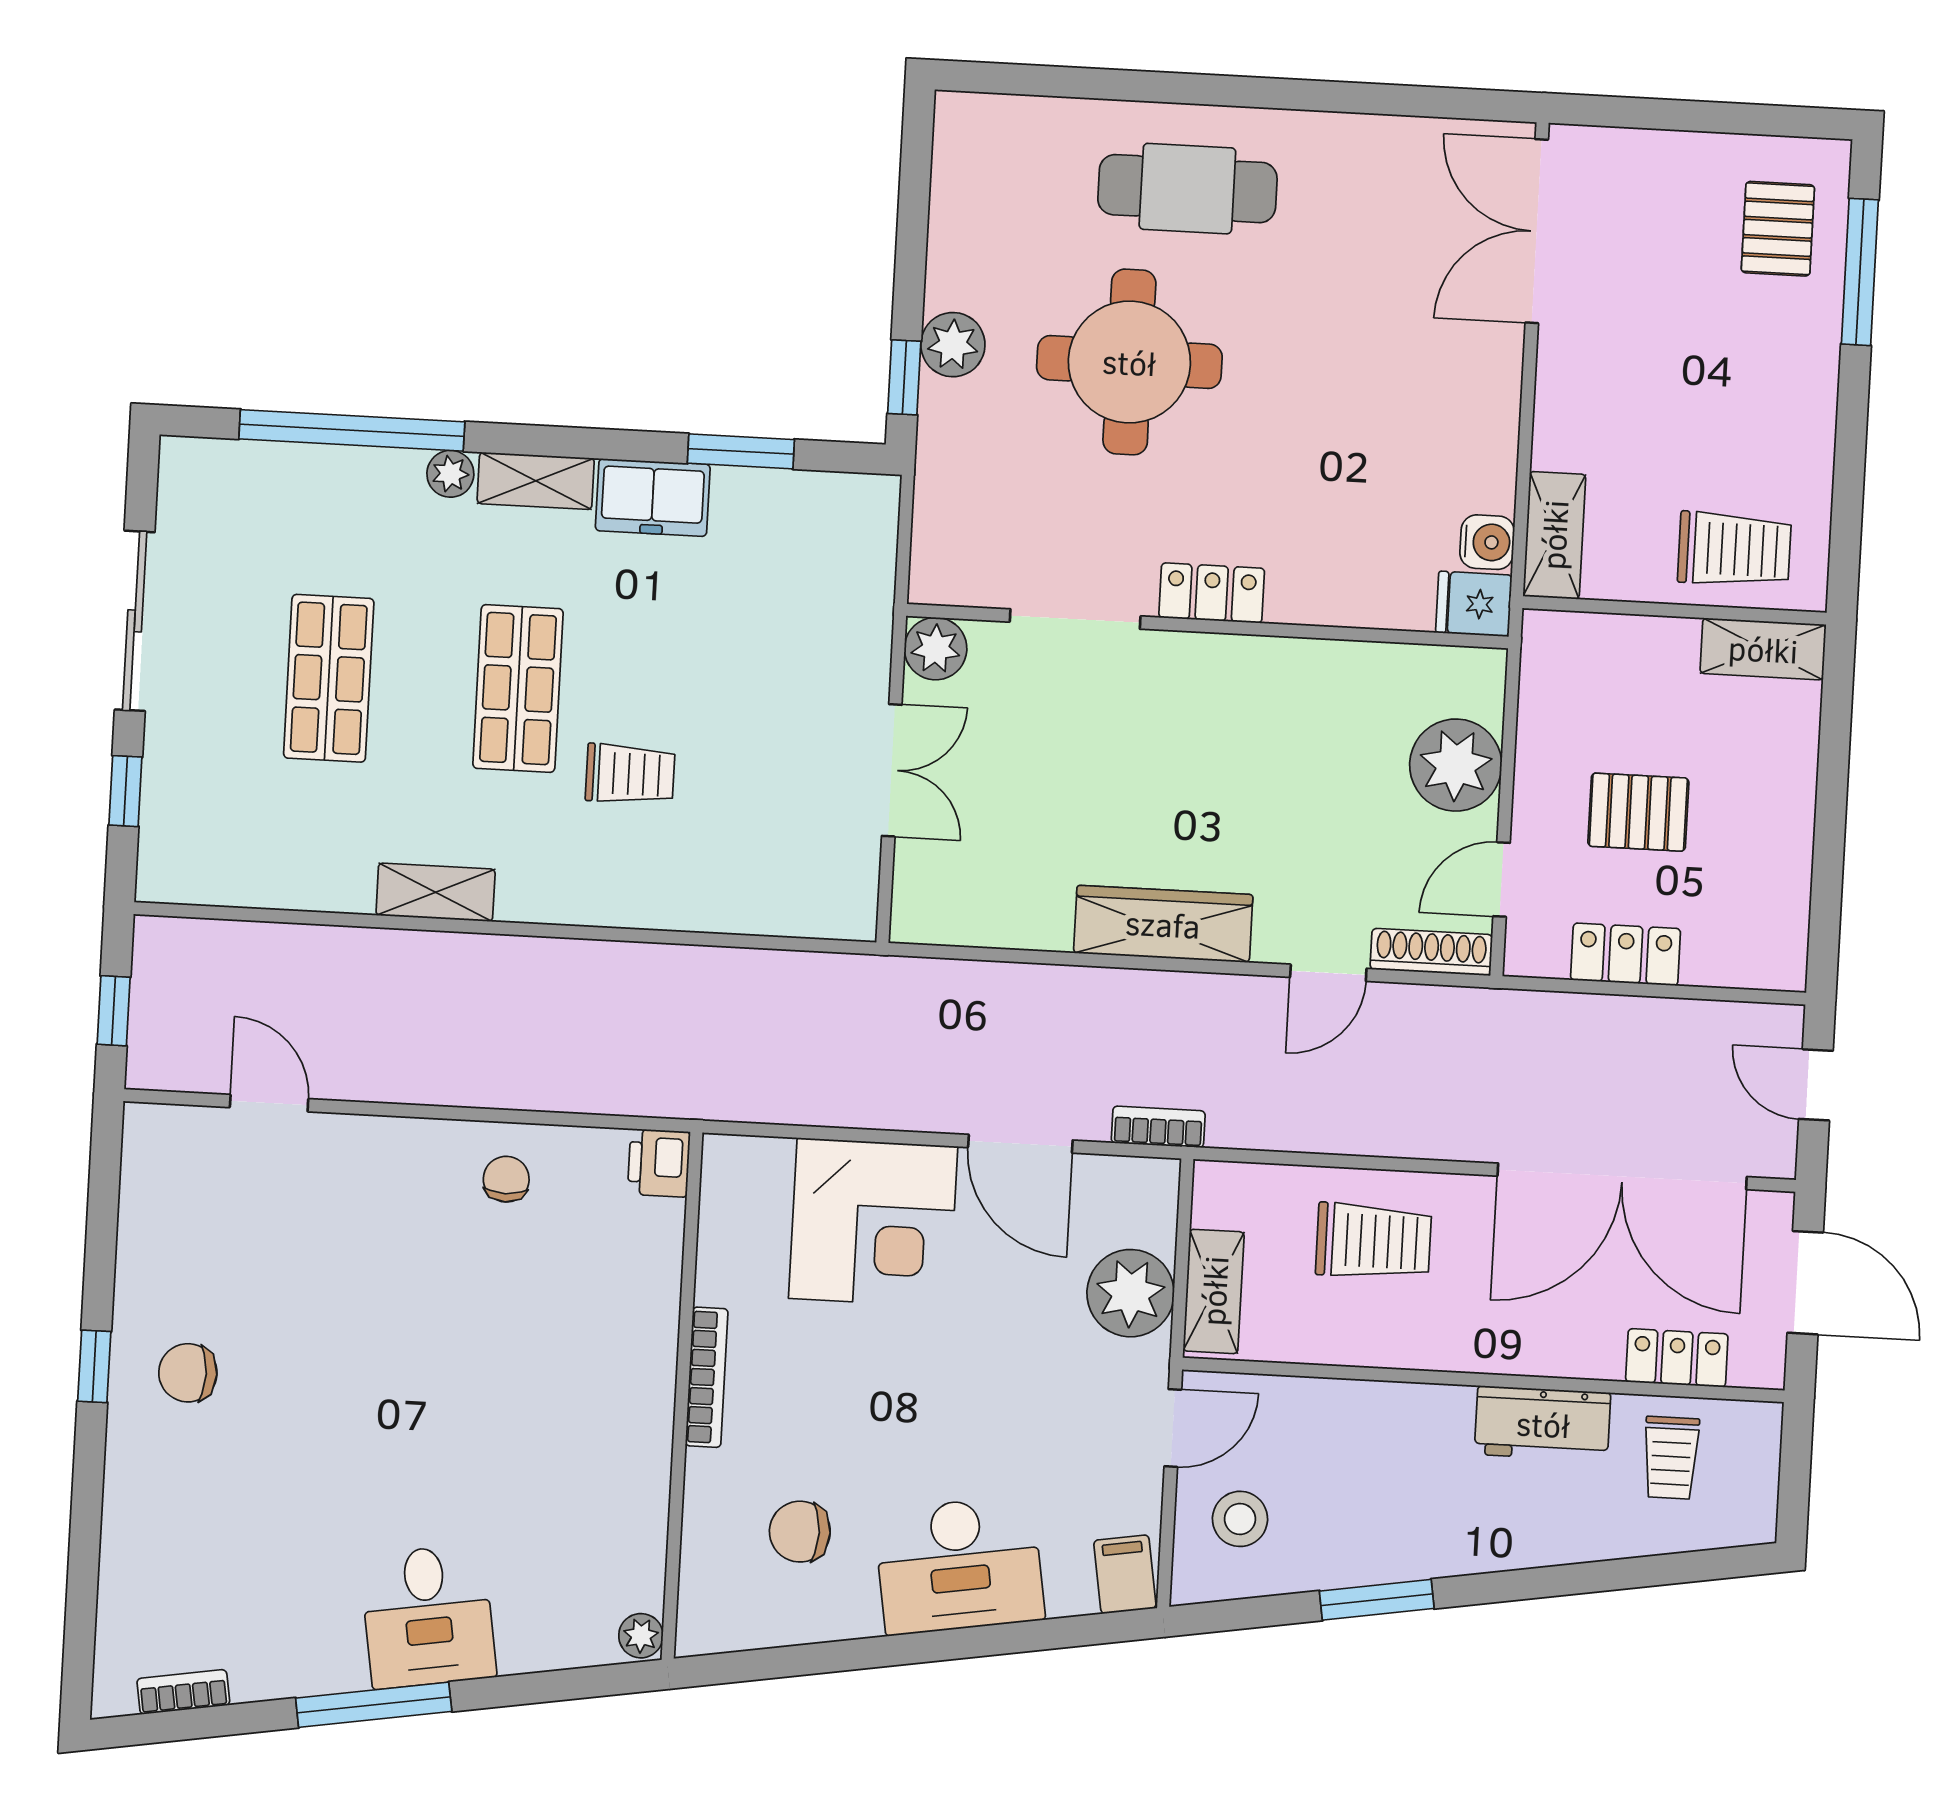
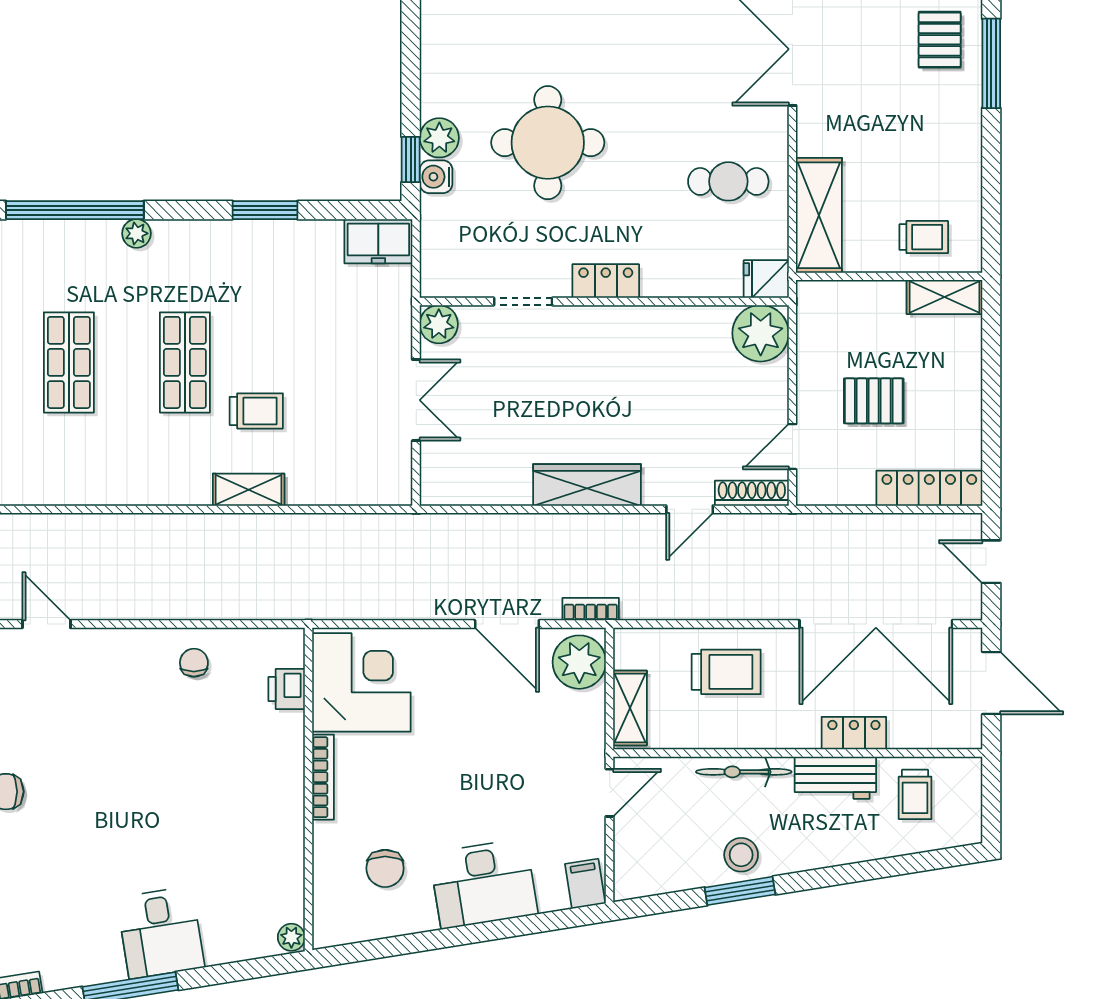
cafe table: (1187, 189) -> (728, 181), moved, width x0.73, depth x0.74
window: (741, 451) -> (265, 210), moved
shelving: (536, 481) -> (189, 235), removed
freezer: (653, 498) -> (378, 241), moved
shelving: (1554, 535) -> (819, 215), width x1.50, depth x1.33
water cooler: (1487, 542) -> (436, 177), moved, turned 180
trolley: (1734, 549) -> (924, 237), width x0.73, depth x0.72
doorway: (1075, 619) -> (523, 302), width x0.73
plant: (1456, 765) -> (761, 333), moved
shelving: (436, 892) -> (249, 490), moved
locker: (1626, 954) -> (929, 488), moved, width x1.53
printer: (659, 1163) -> (287, 689), moved
corner desk: (873, 1222) -> (361, 682), moved, turned -90
plant: (1131, 1293) -> (579, 662), moved
locker: (1677, 1358) -> (854, 733), moved
bicycle: (1394, 1406) -> (744, 772), added
stool: (1240, 1519) -> (741, 855), moved
chair: (800, 1532) -> (385, 868), turned -90

